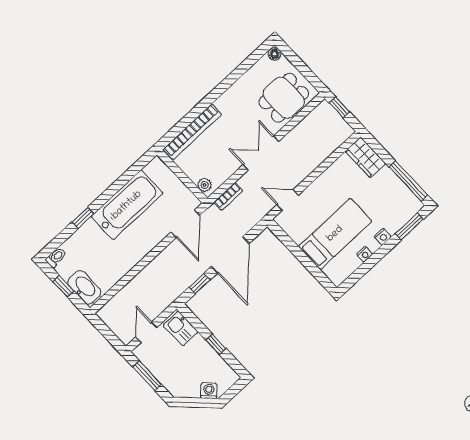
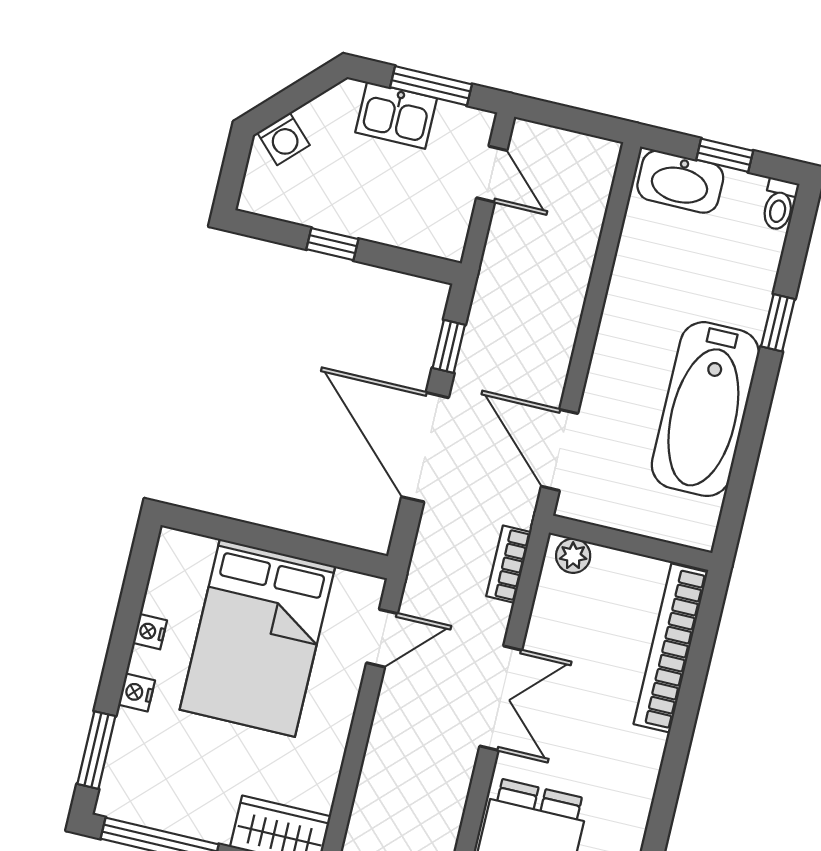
bed: (335, 234) -> (257, 638), width x1.50
kitchen sink: (181, 328) -> (396, 115), moved, turned 180

